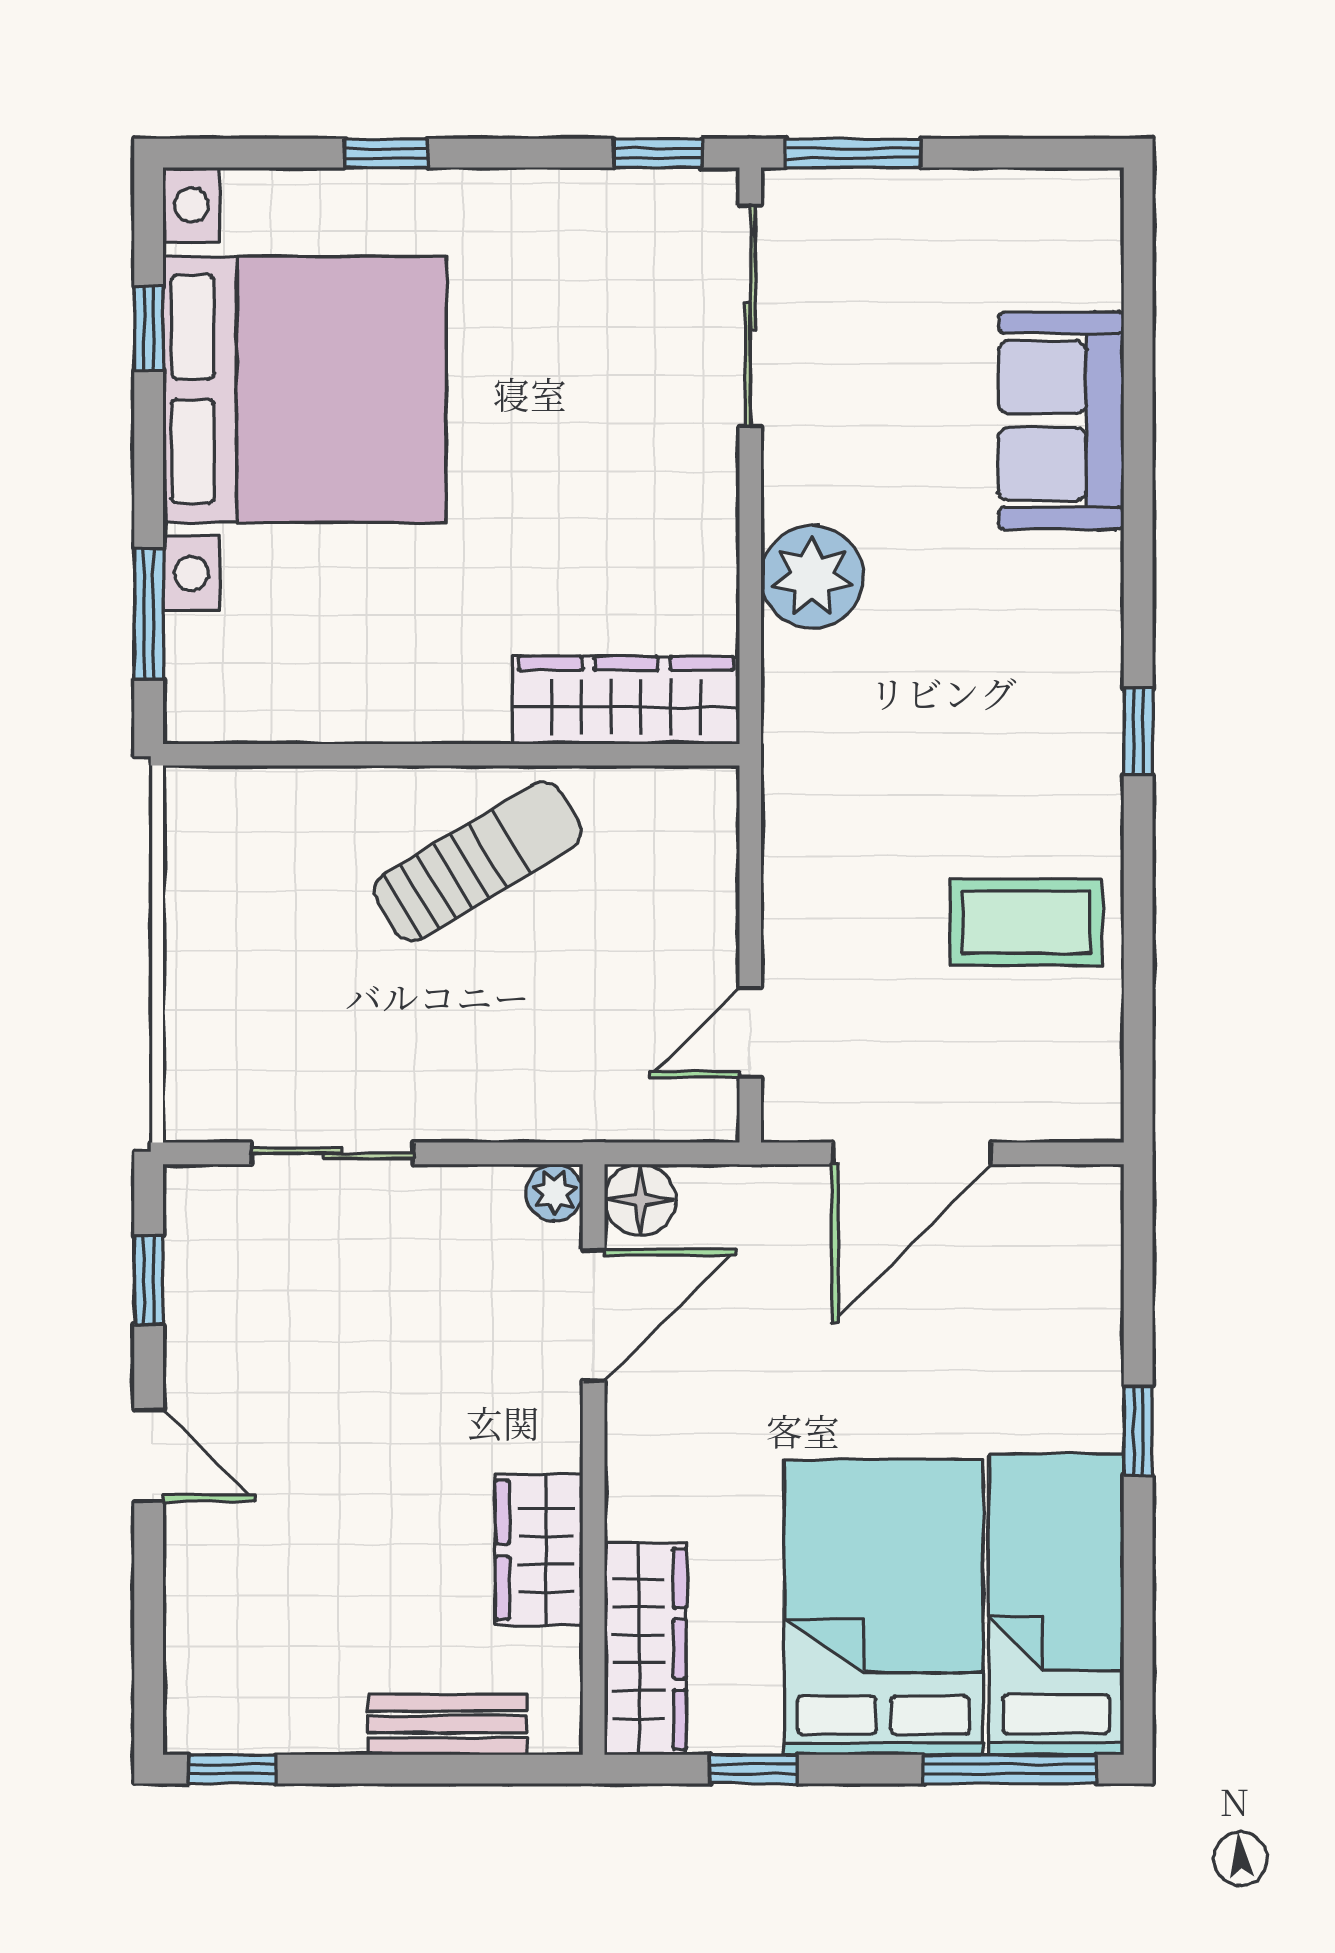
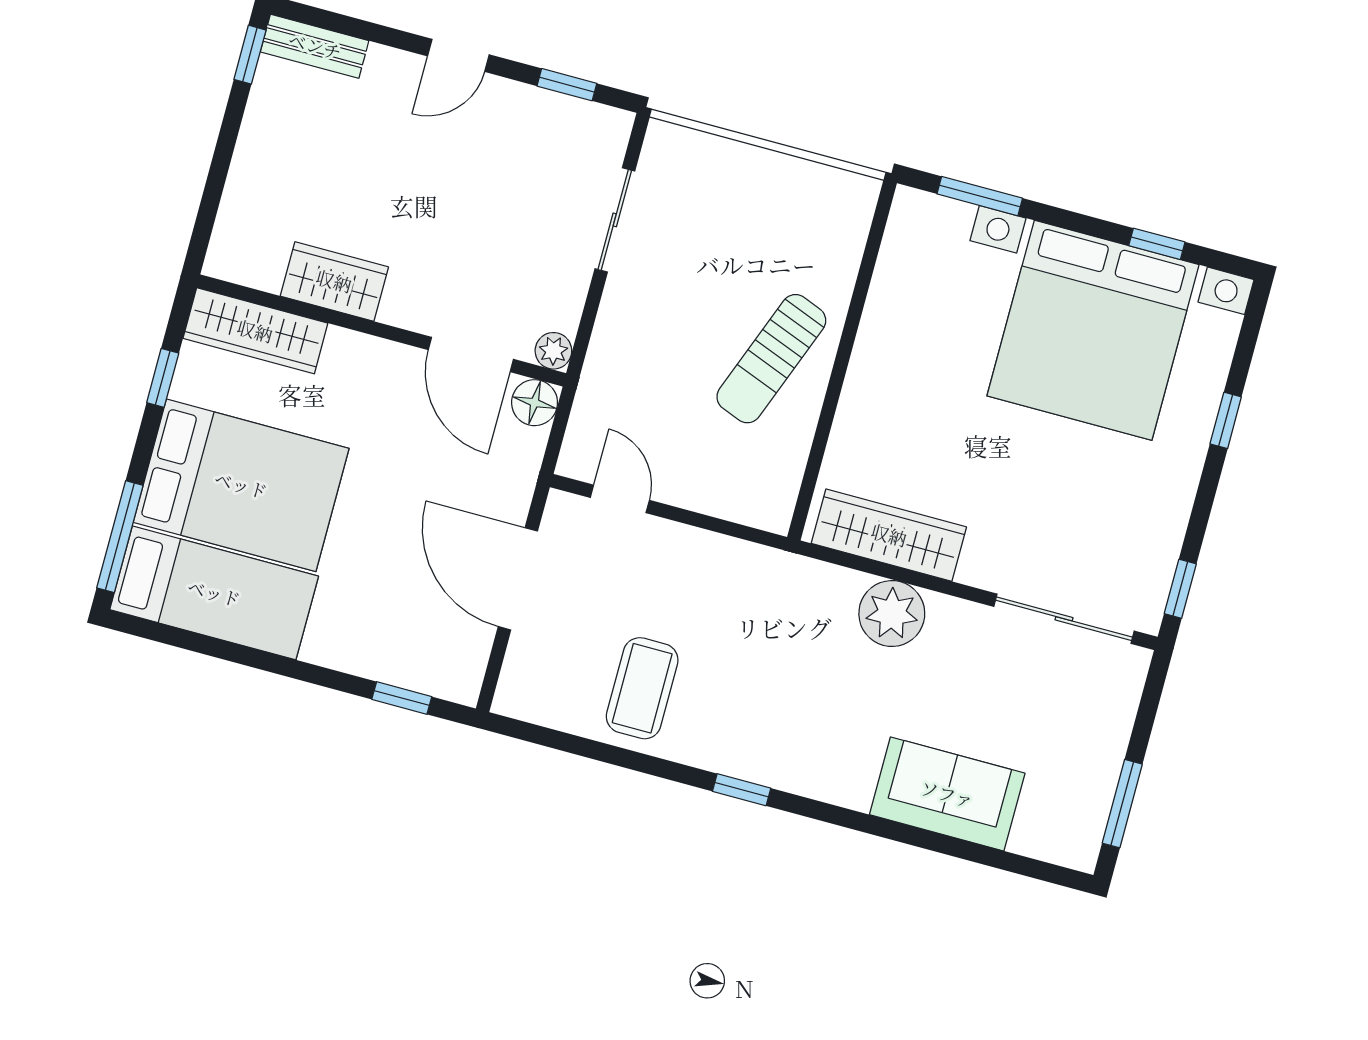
window: (853, 153) -> (1122, 804), moved
wardrobe: (626, 700) -> (889, 535), moved, turned -90
sun lounger: (478, 862) -> (771, 359), turned 52
window: (1138, 1431) -> (402, 698), moved
bench: (448, 1724) -> (315, 46), moved, turned 90

